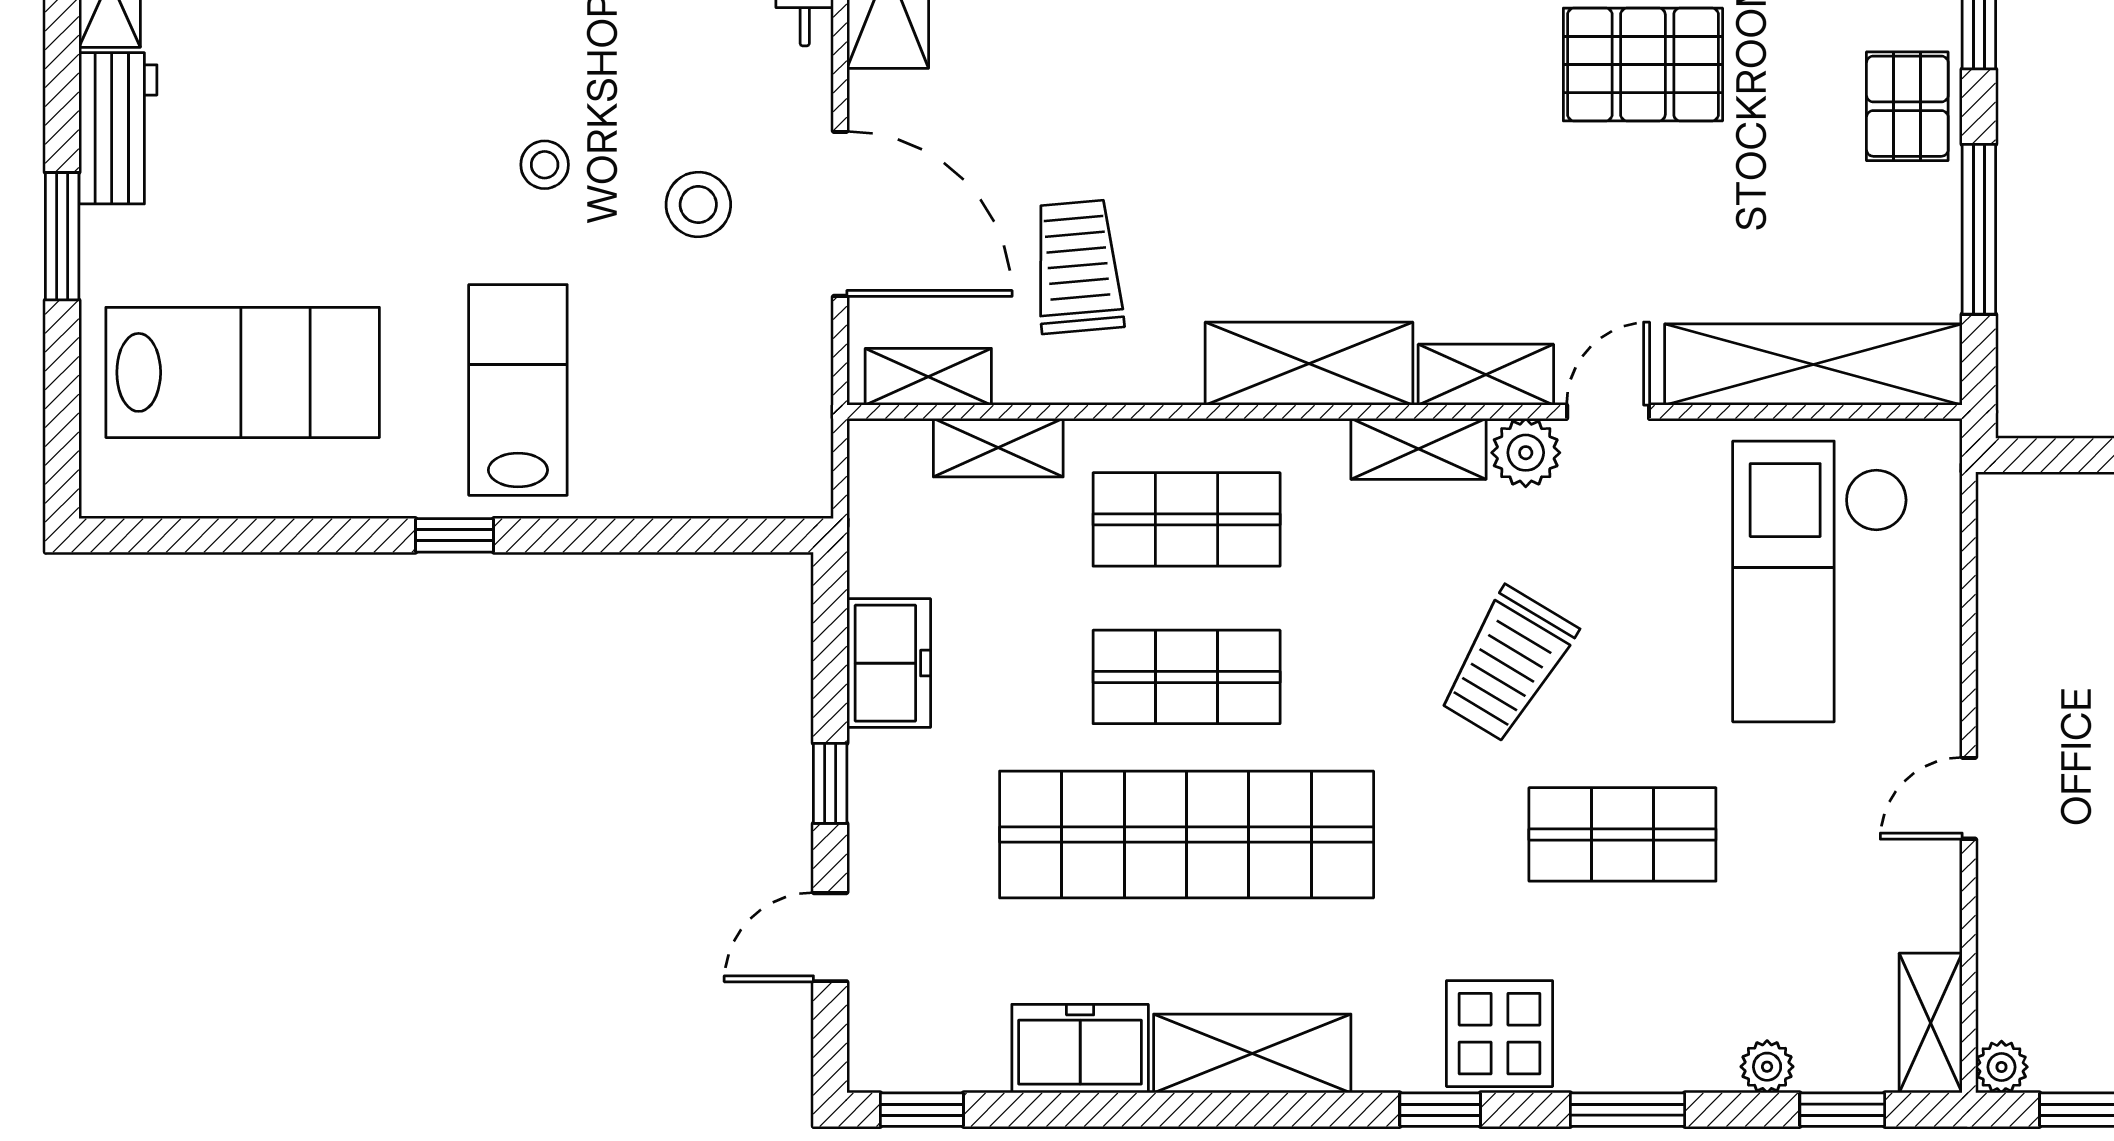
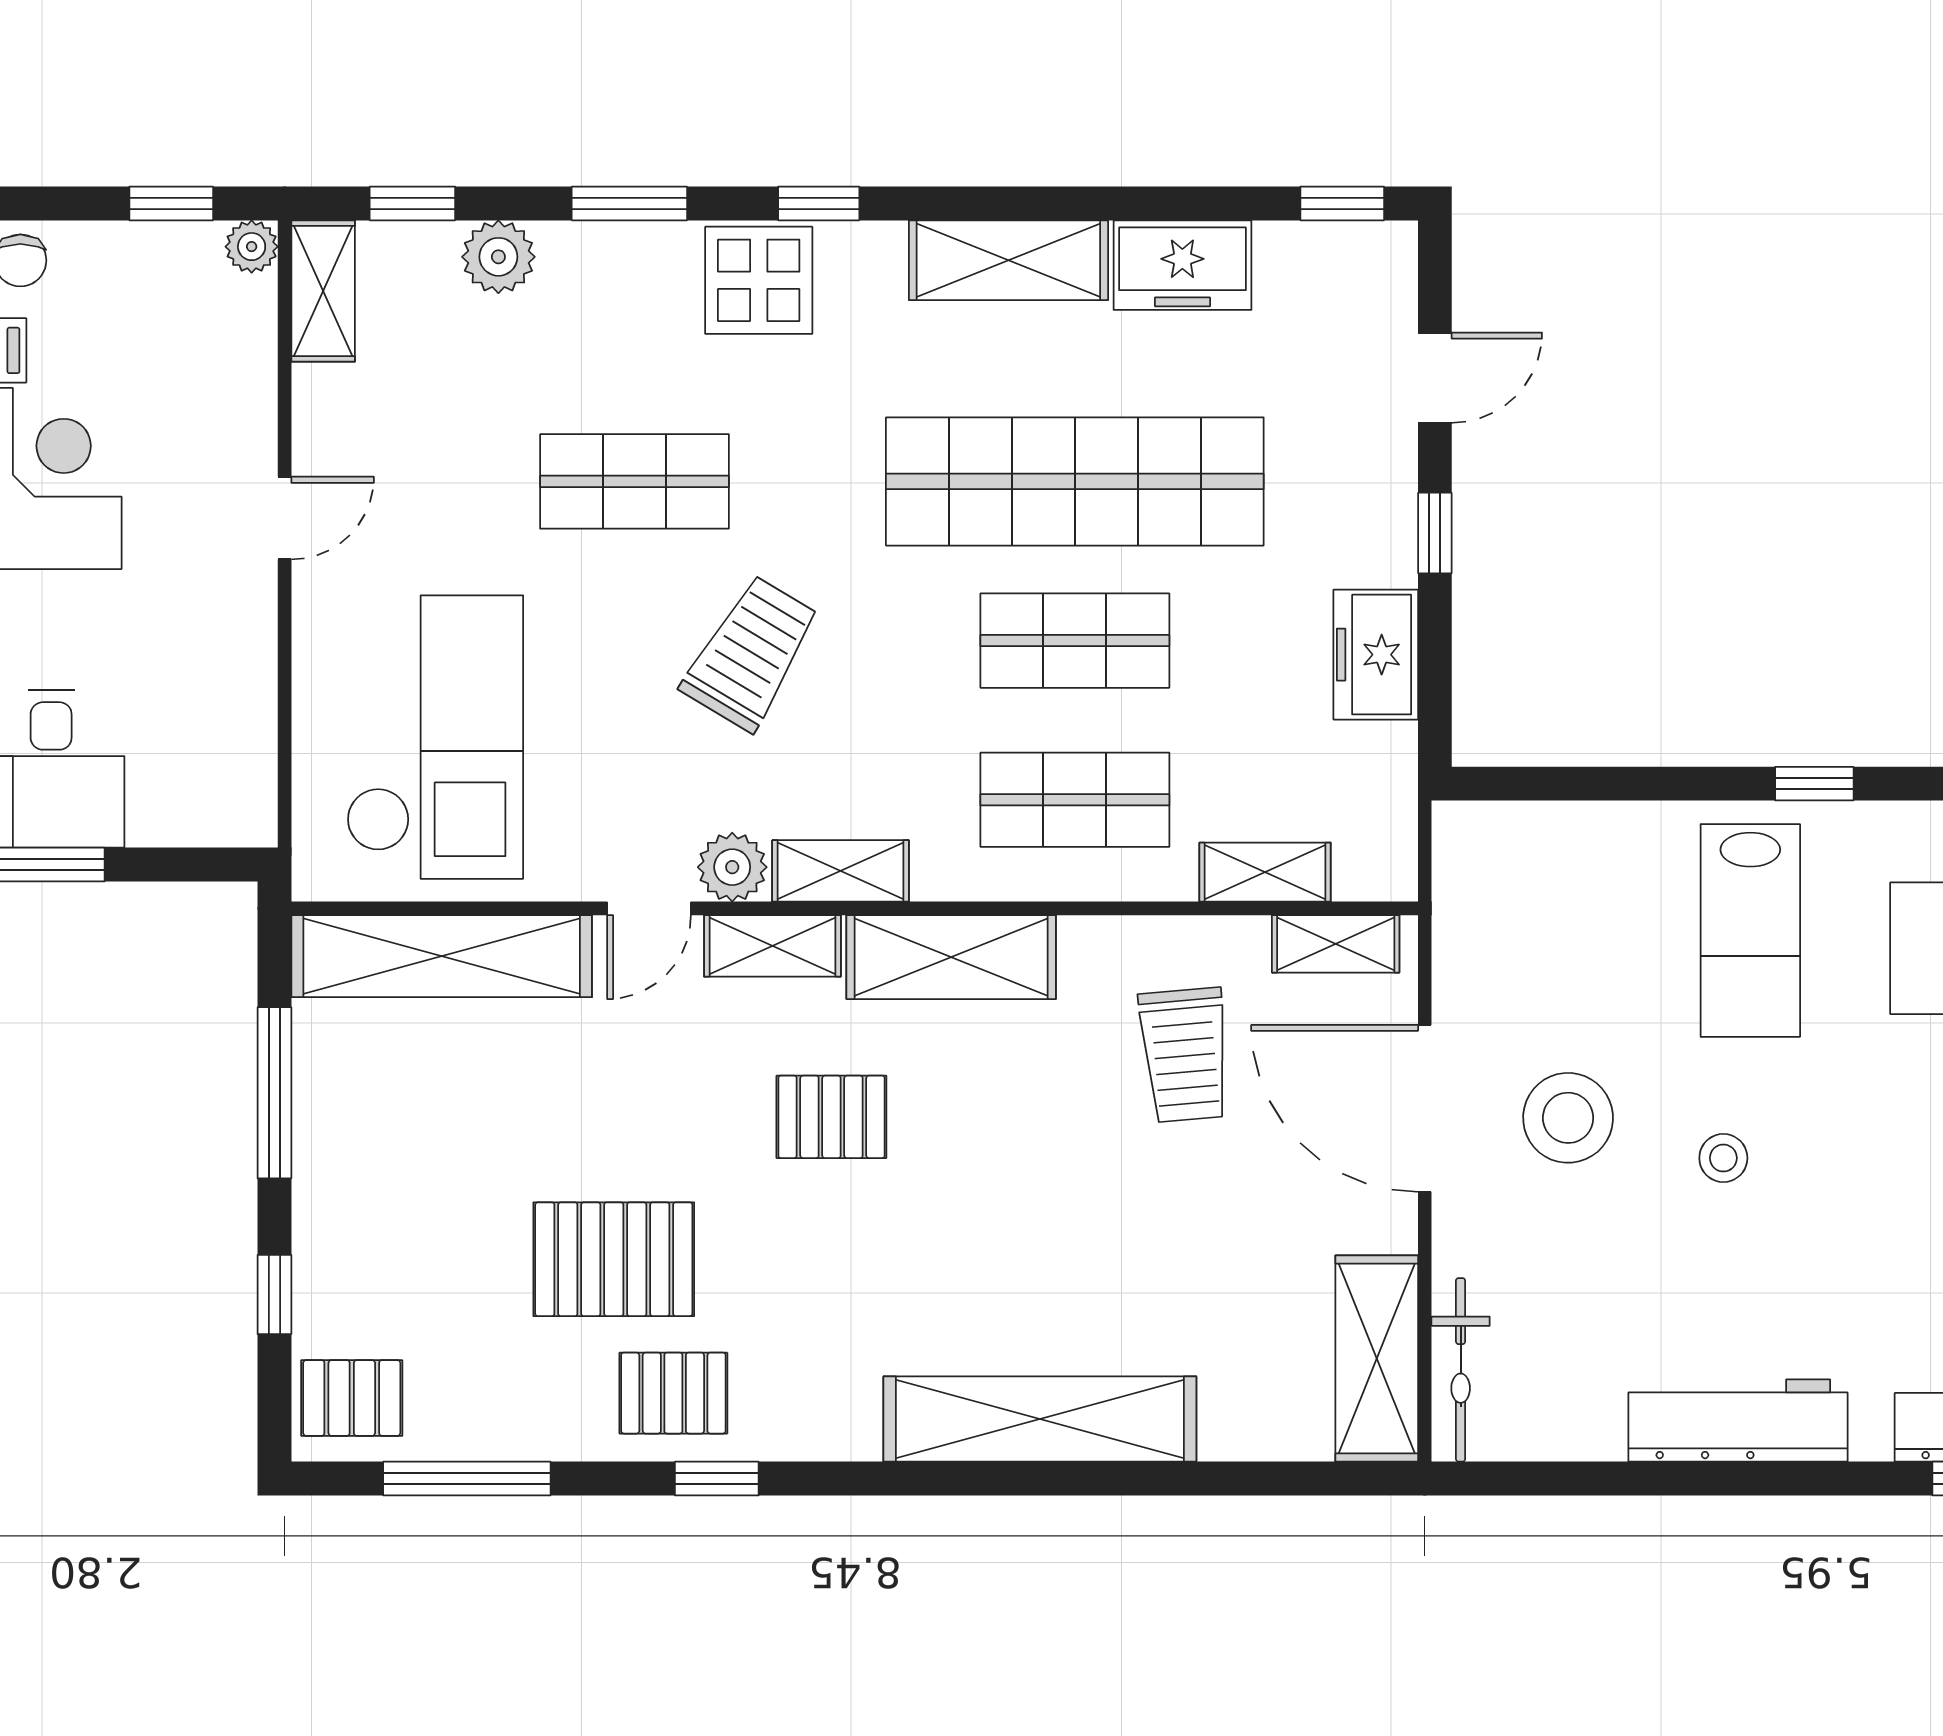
pallet: (1907, 106) -> (831, 1117), moved, turned 90
stool: (698, 204) -> (1568, 1118), width x1.38, depth x1.38
plant: (1767, 1067) -> (498, 257), width x1.38, depth x1.38

